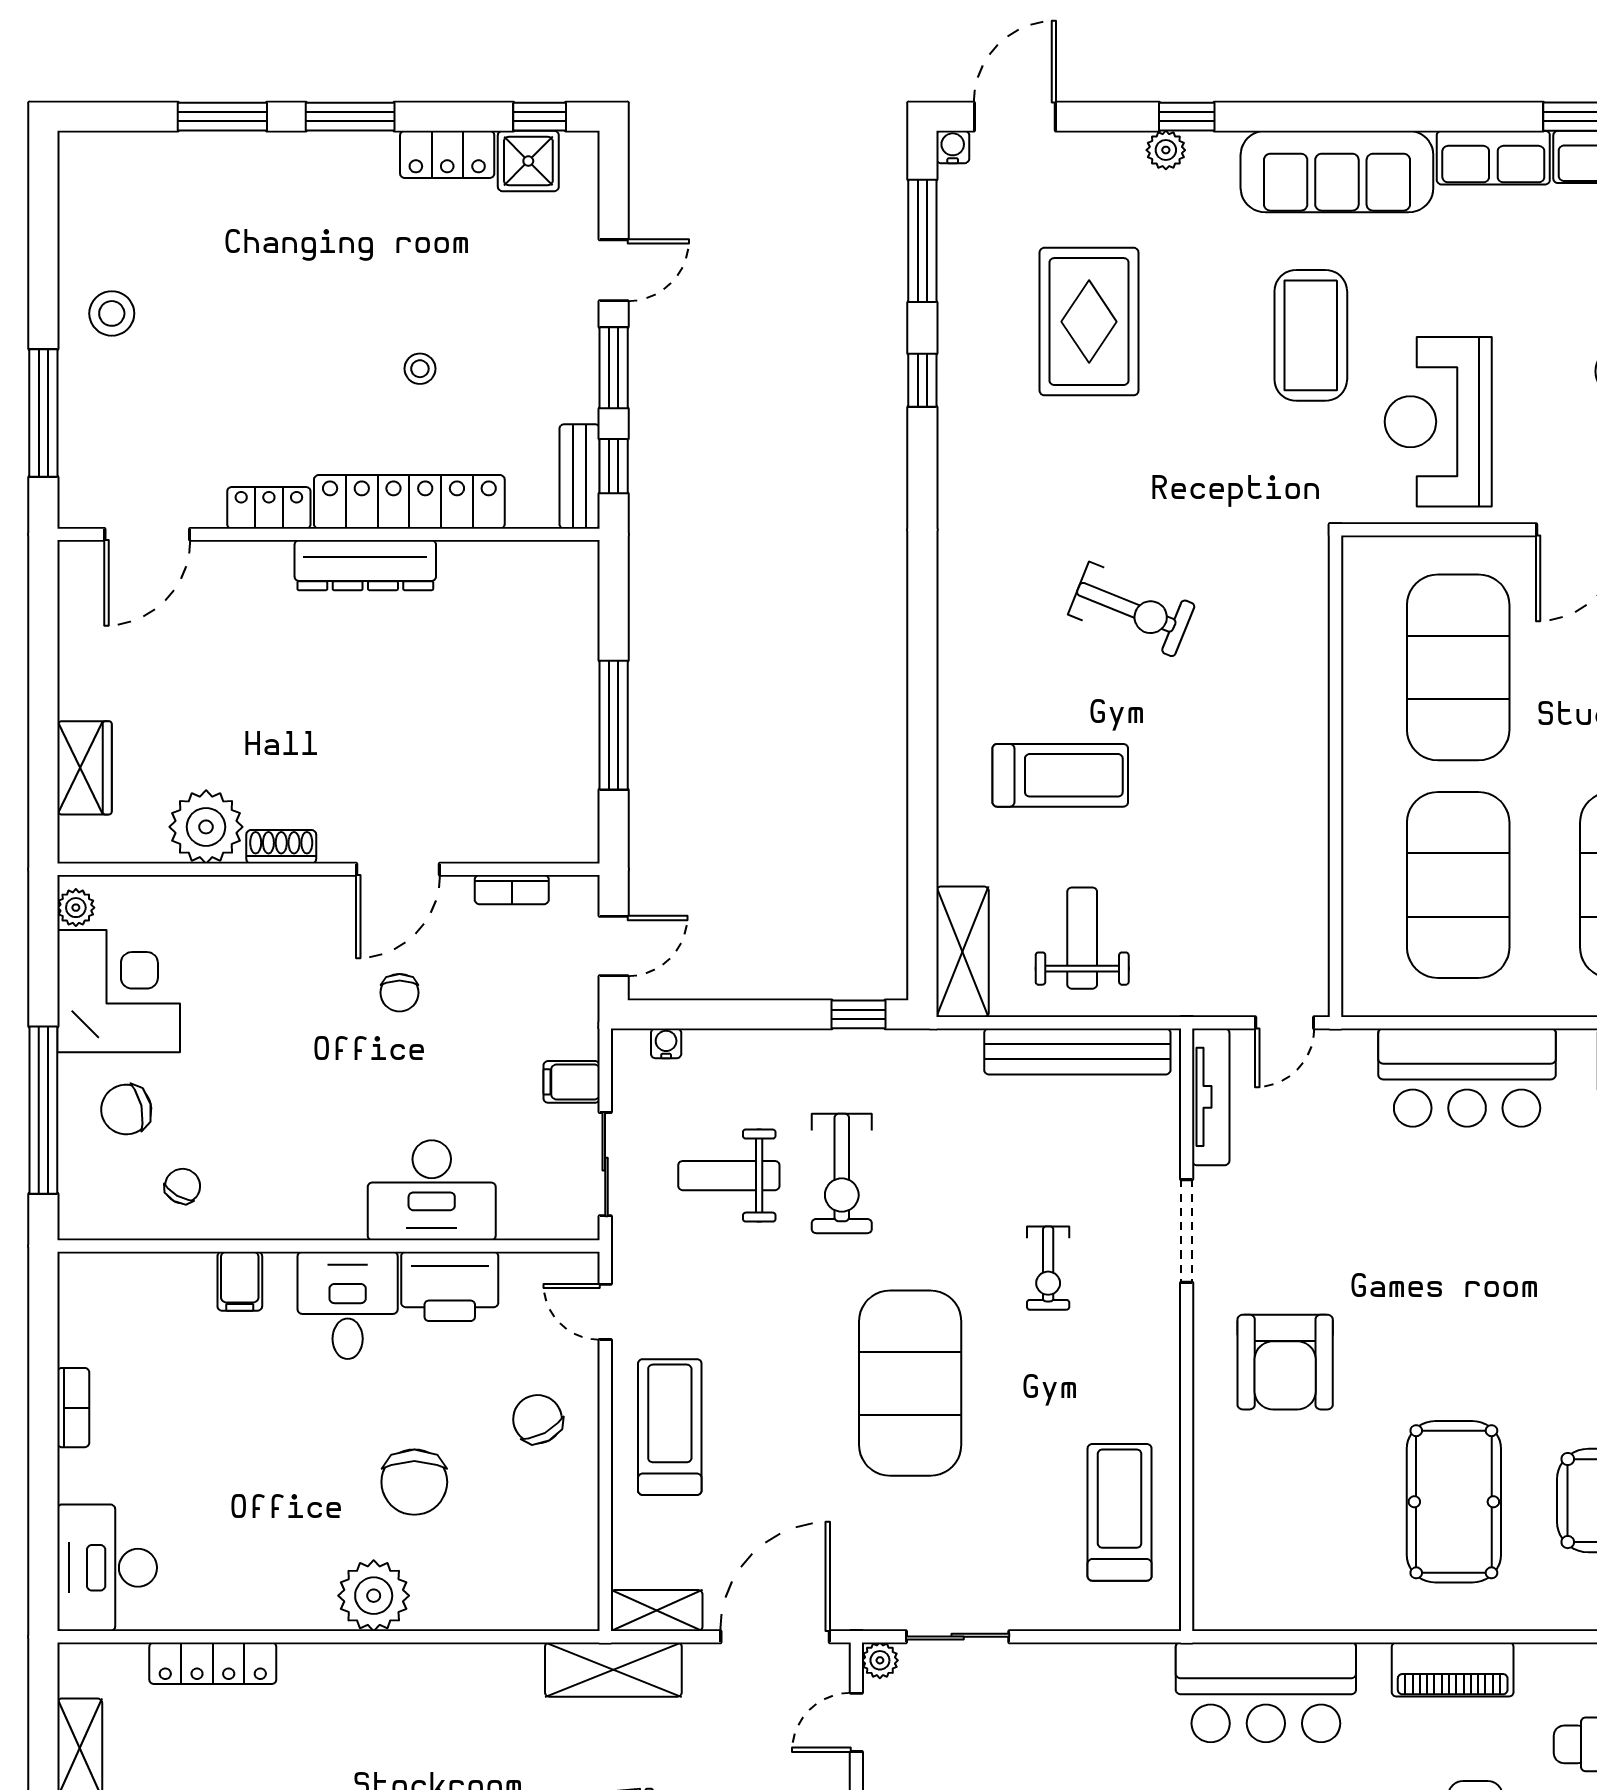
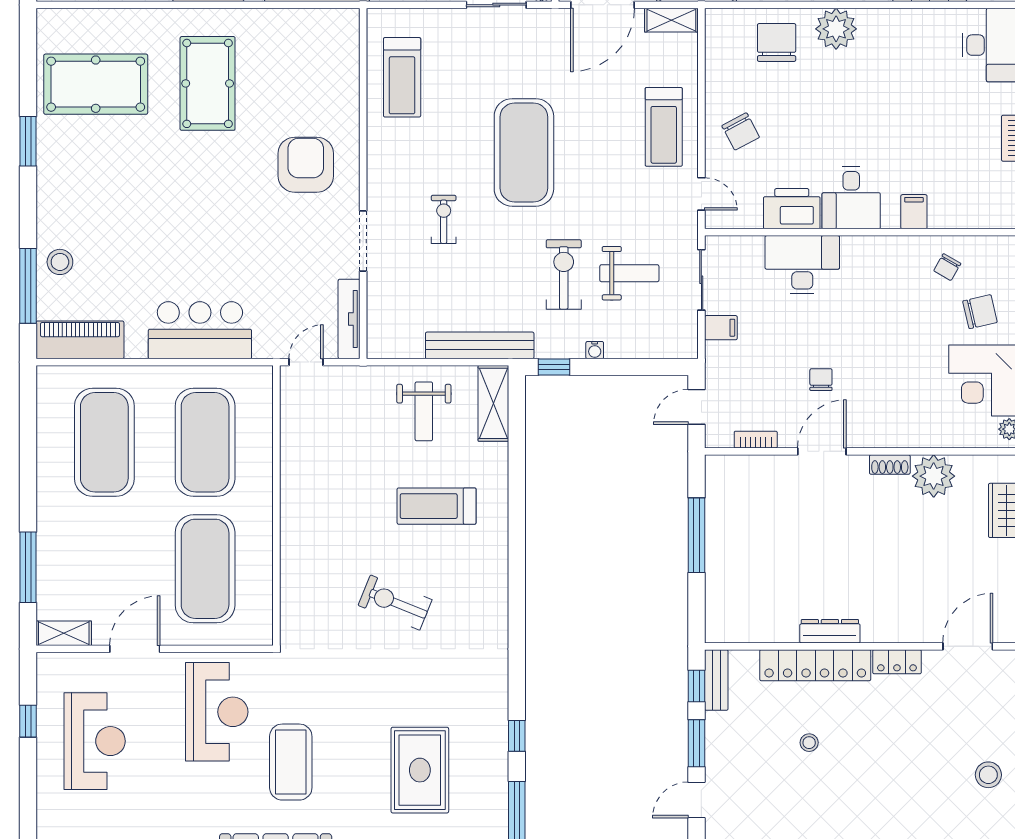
dresser: (365, 565) -> (830, 631), width x0.73, depth x0.80
water cooler: (666, 1043) -> (595, 350), moved
bench: (1077, 1051) -> (480, 345), moved
chair: (414, 1482) -> (777, 43), moved

